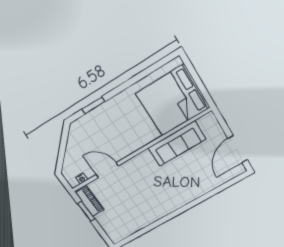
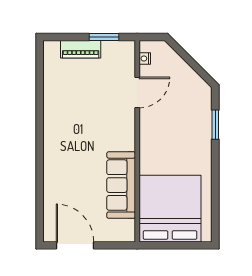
piano: (90, 201) -> (81, 49), moved

